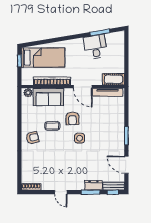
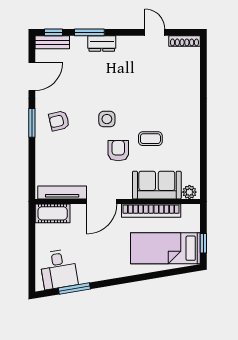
desk: (95, 47) -> (59, 269), moved
door: (83, 87) -> (102, 202), swing flipped
armchair: (32, 138) -> (59, 121), moved
door: (126, 165) -> (32, 77), hinge flipped
dresser: (94, 185) -> (102, 43), moved
door: (61, 192) -> (155, 32), moved

